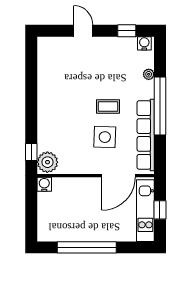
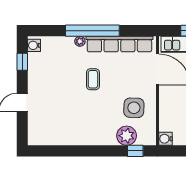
plant: (149, 74) -> (80, 41), moved
side table: (105, 137) -> (134, 108), moved
plant: (47, 162) -> (127, 136), moved

